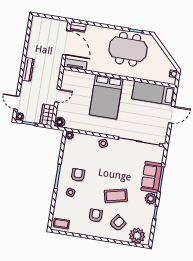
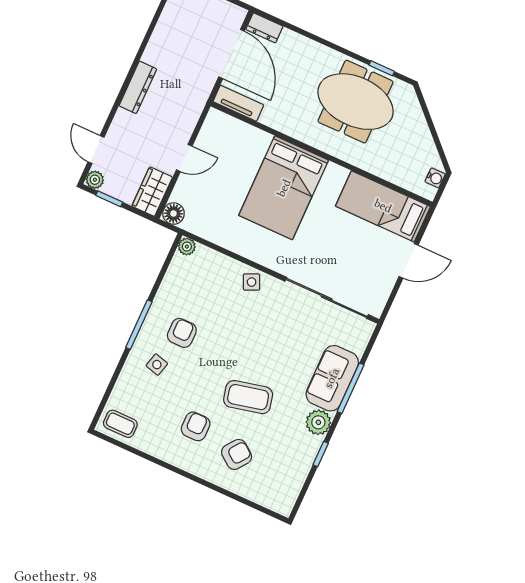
plant: (137, 236) -> (270, 491), removed

